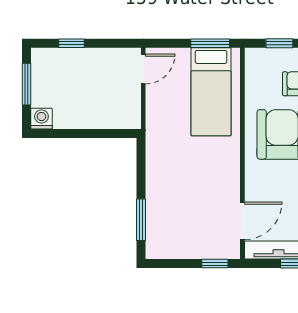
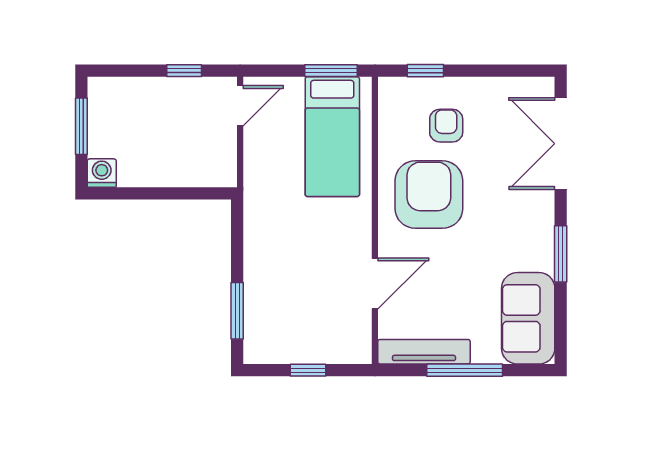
window: (72, 43) -> (184, 71), moved
door: (242, 221) -> (375, 283), moved
window: (215, 264) -> (308, 370), moved

